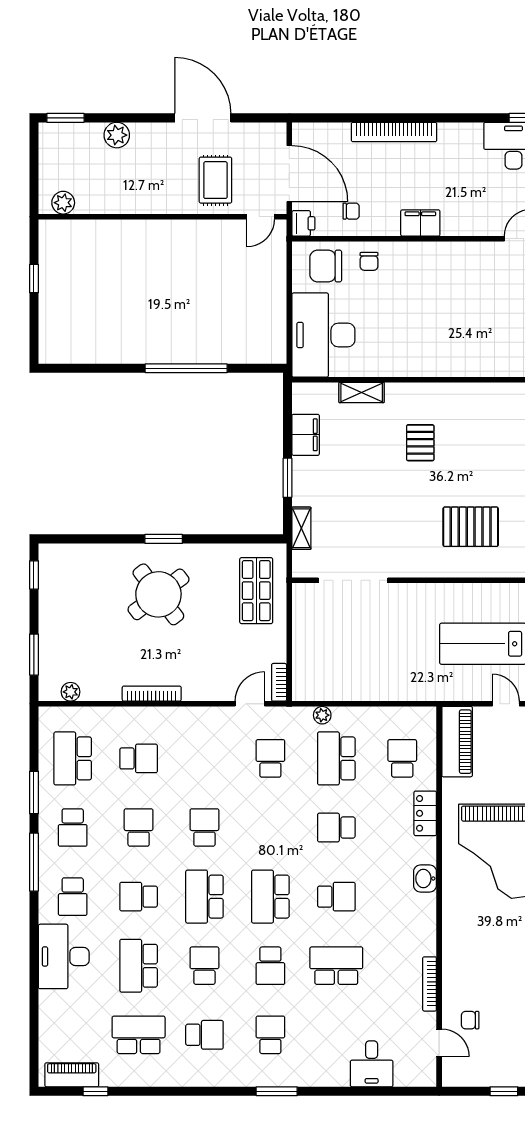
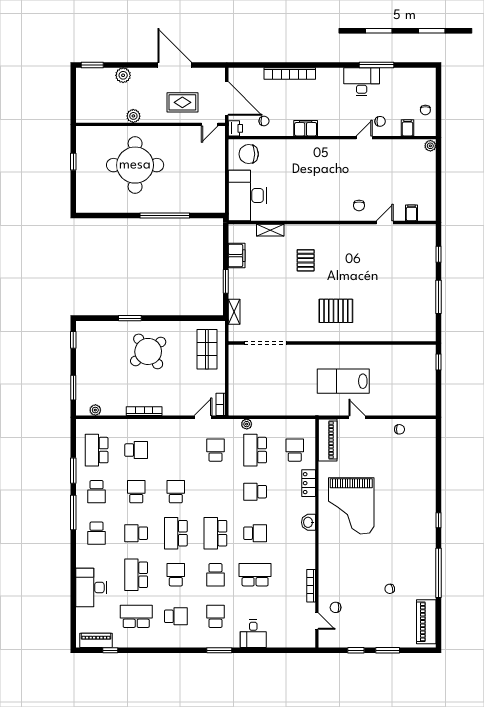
rug: (215, 180) -> (182, 102), turned 90
plant: (63, 203) -> (133, 116), moved
chair: (369, 261) -> (359, 205), moved
round table: (137, 284) -> (135, 165), added
window: (164, 539) -> (130, 318), moved
desk: (64, 956) -> (91, 587), moved
desk: (372, 1064) -> (253, 634), moved

